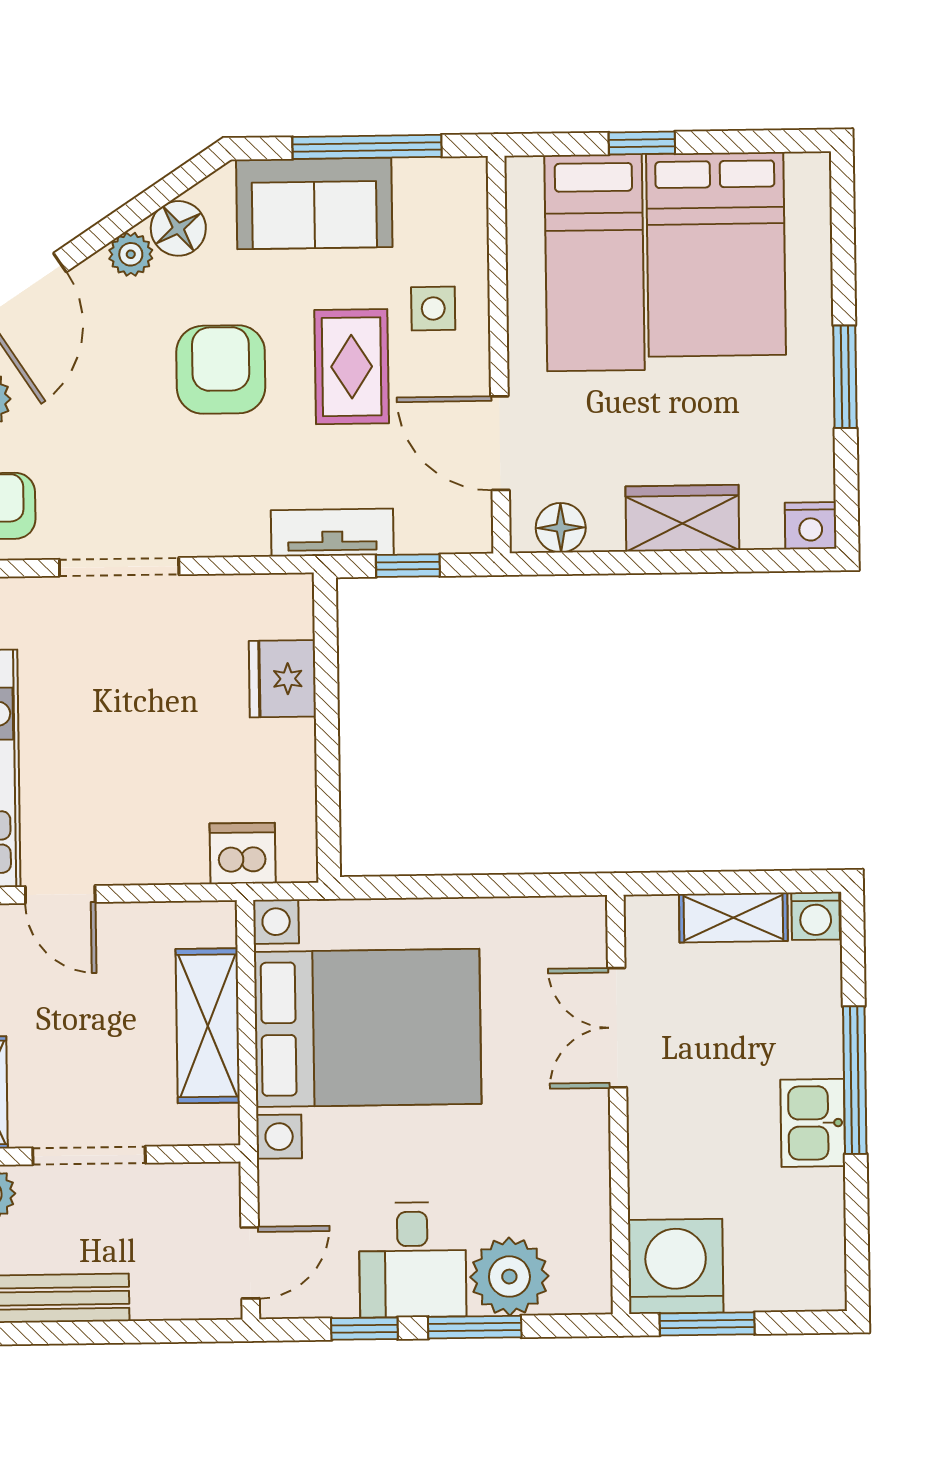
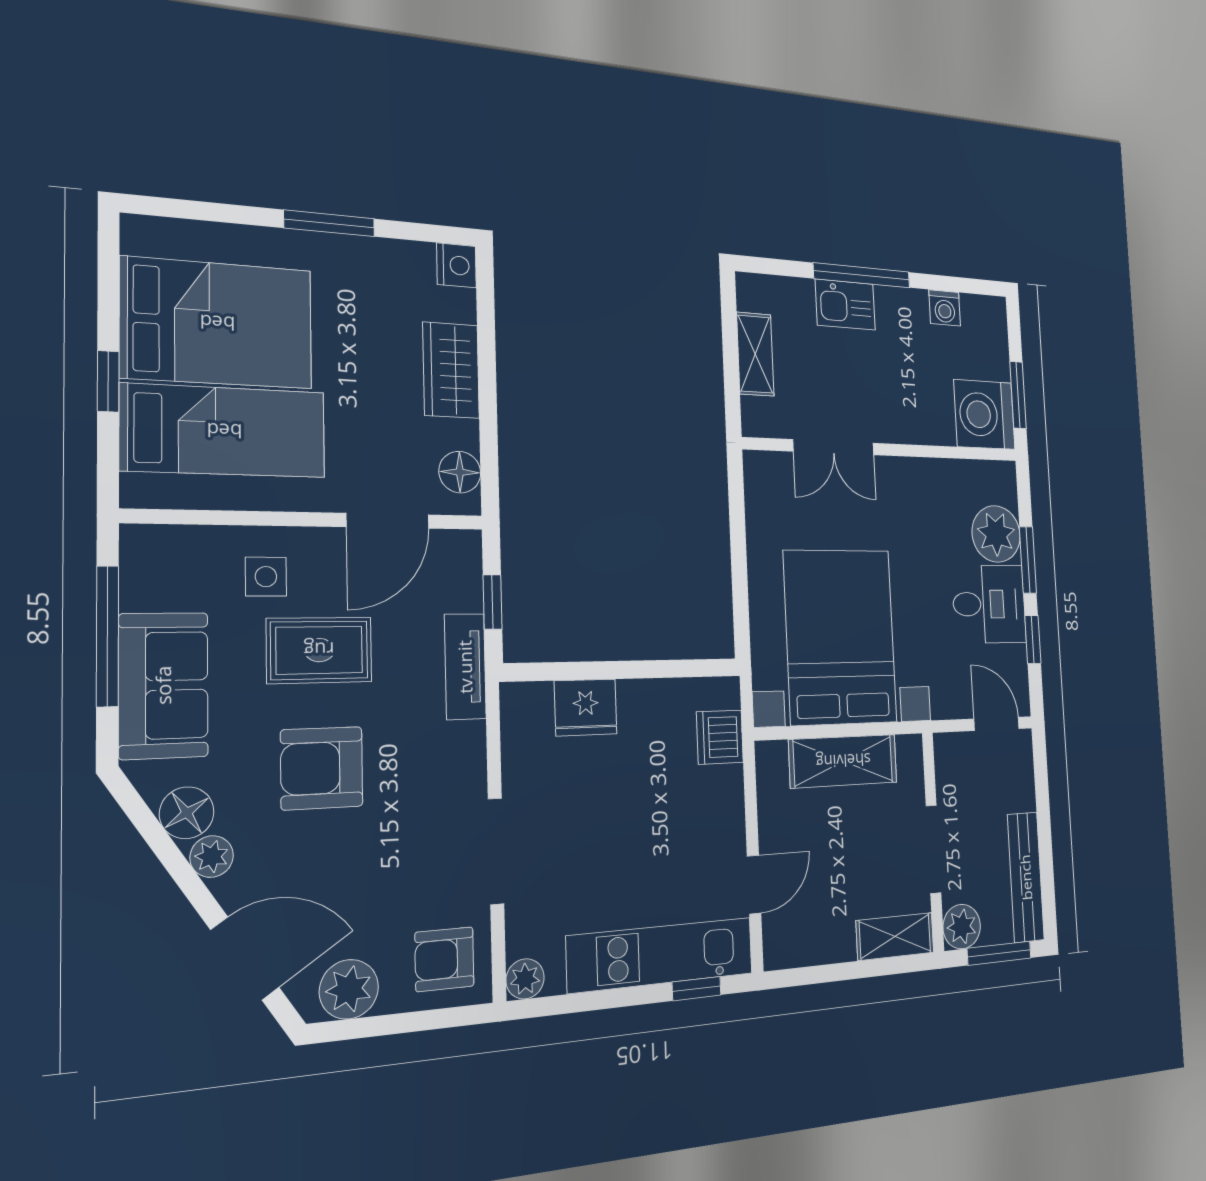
washing machine: (816, 916) -> (945, 308), moved, turned 90
kitchen sink: (813, 1123) -> (845, 305), moved

